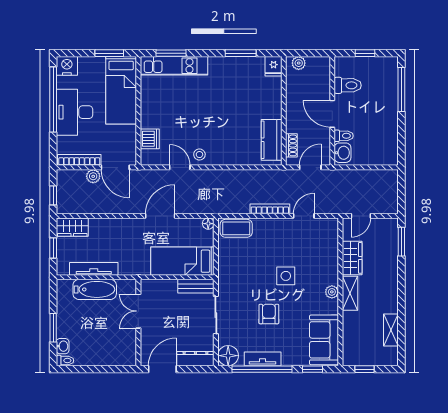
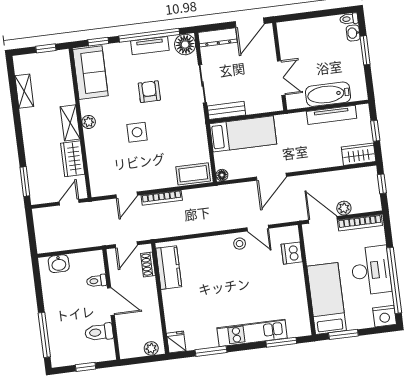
kitchen unit: (174, 66) -> (252, 333), moved
washbasin: (343, 153) -> (59, 264), moved, turned -90
armchair: (269, 314) -> (149, 92), turned 180

